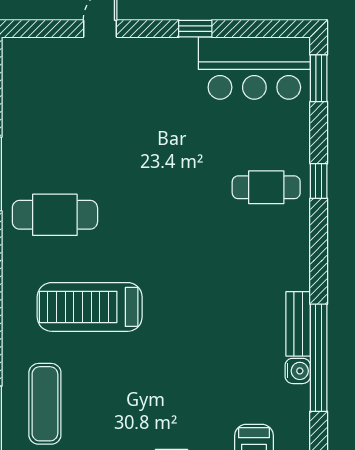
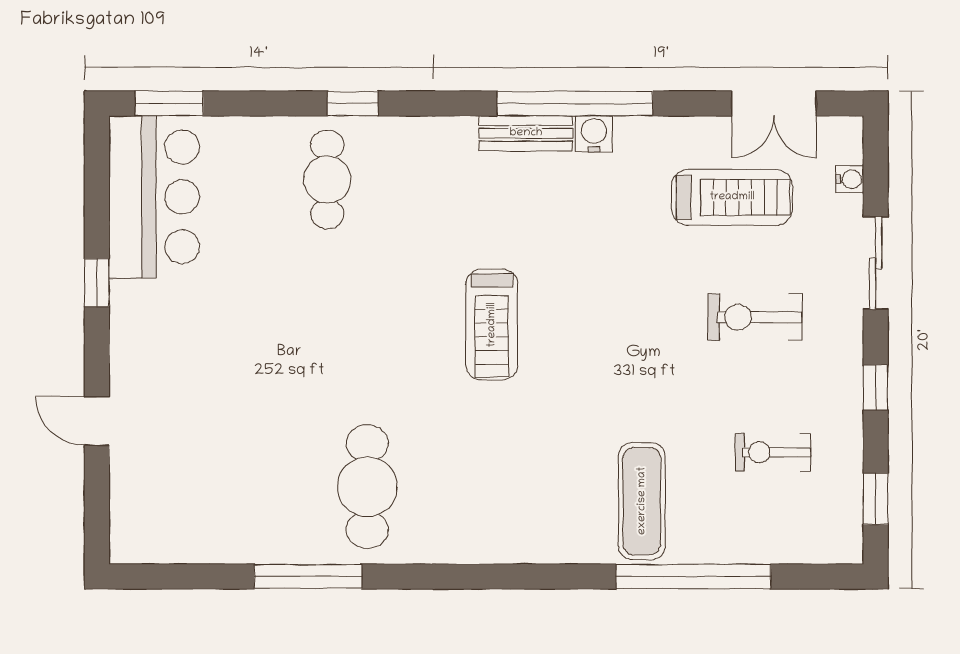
window: (319, 181) -> (353, 103), moved
treadmill: (90, 307) -> (492, 325), moved, width x0.73, depth x0.73
exercise mat: (45, 404) -> (642, 501), turned 90

